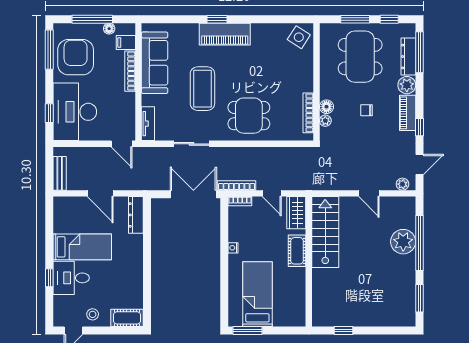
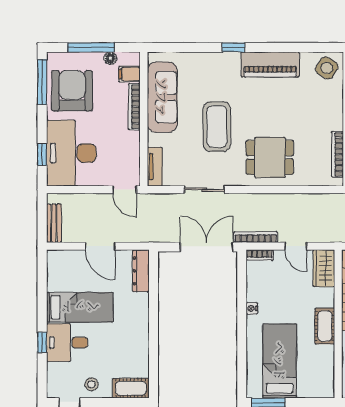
piano: (225, 34) -> (270, 64), moved
cot: (297, 251) -> (325, 326), moved

